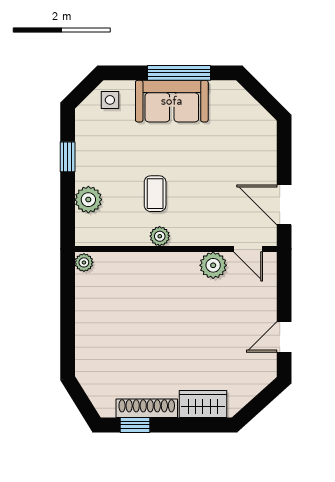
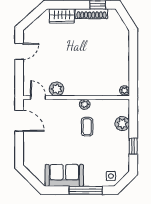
window: (179, 73) -> (86, 190), moved
sofa: (172, 101) -> (64, 175), moved

